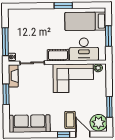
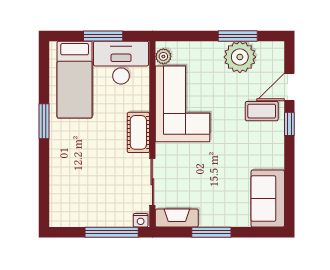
desk: (84, 49) -> (121, 63), moved, turned -90
plant: (99, 123) -> (240, 57), moved
sofa: (30, 124) -> (268, 198), width x0.73

